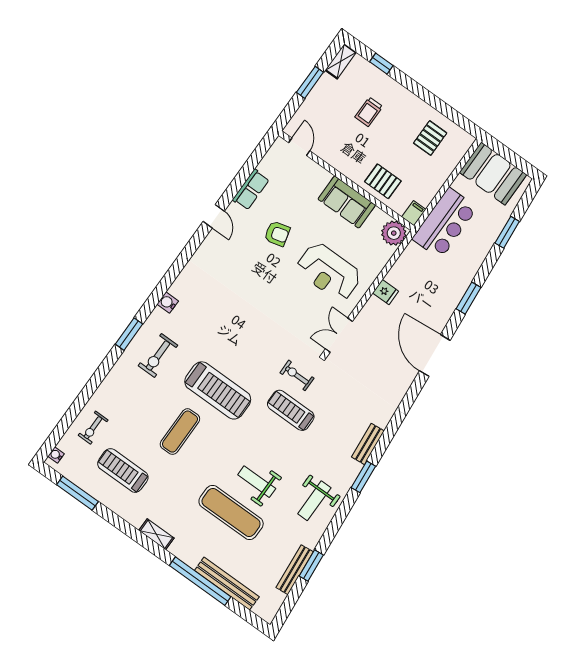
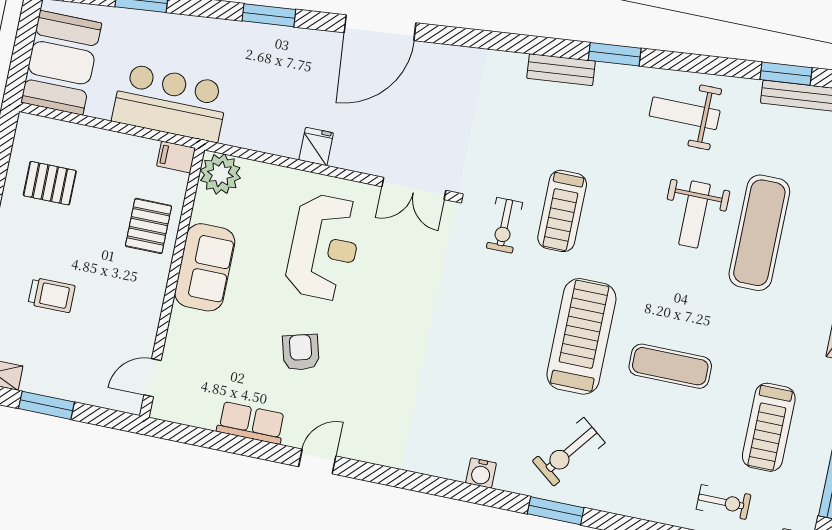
exercise bike: (158, 356) -> (569, 452), turned 128
weight bench: (314, 501) -> (685, 113), turned 180

